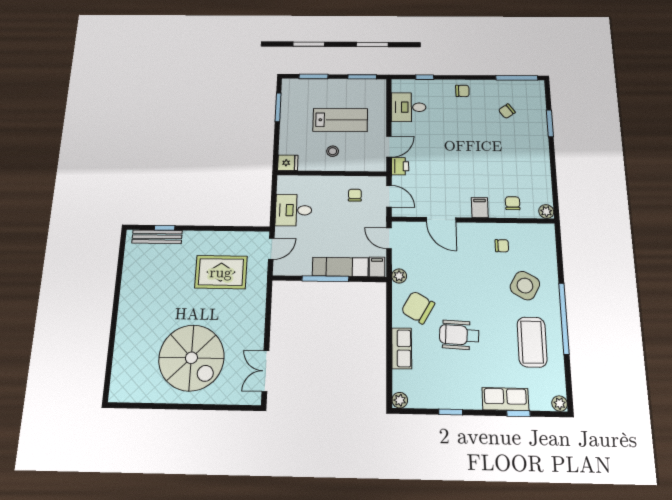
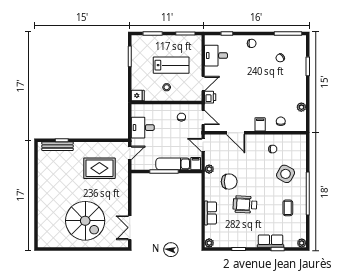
plant: (546, 211) -> (301, 107), moved
chair: (418, 307) -> (229, 182), moved, turned 150
coffee table: (532, 342) -> (288, 208), width x0.54, depth x0.58

